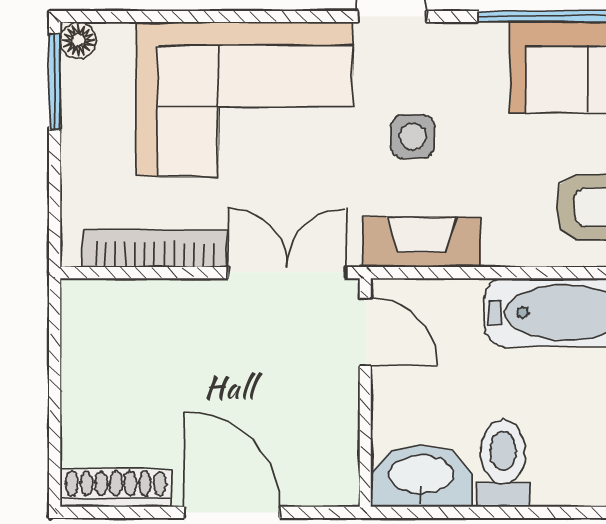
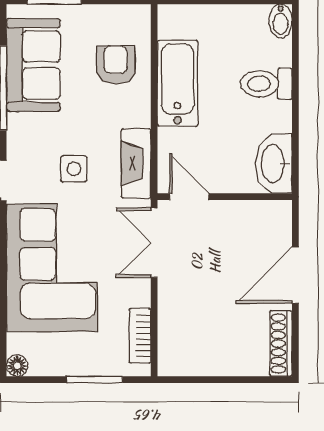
window: (55, 82) -> (94, 380), moved
bookcase: (155, 249) -> (140, 336), width x0.64
door: (365, 332) -> (189, 197), hinge flipped
toilet: (503, 463) -> (266, 84), moved

